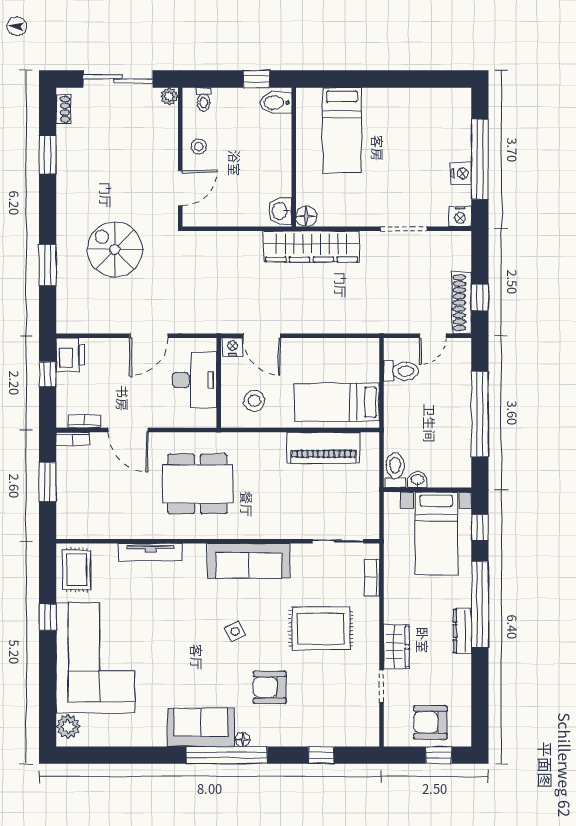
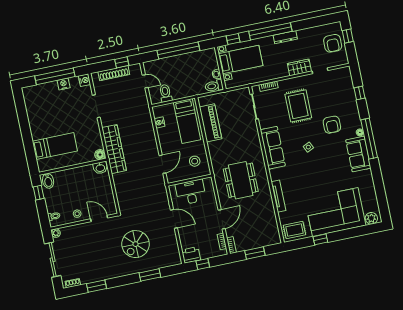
shoe rack: (462, 303) -> (114, 73), moved
nightstand: (232, 347) -> (160, 123), moved

